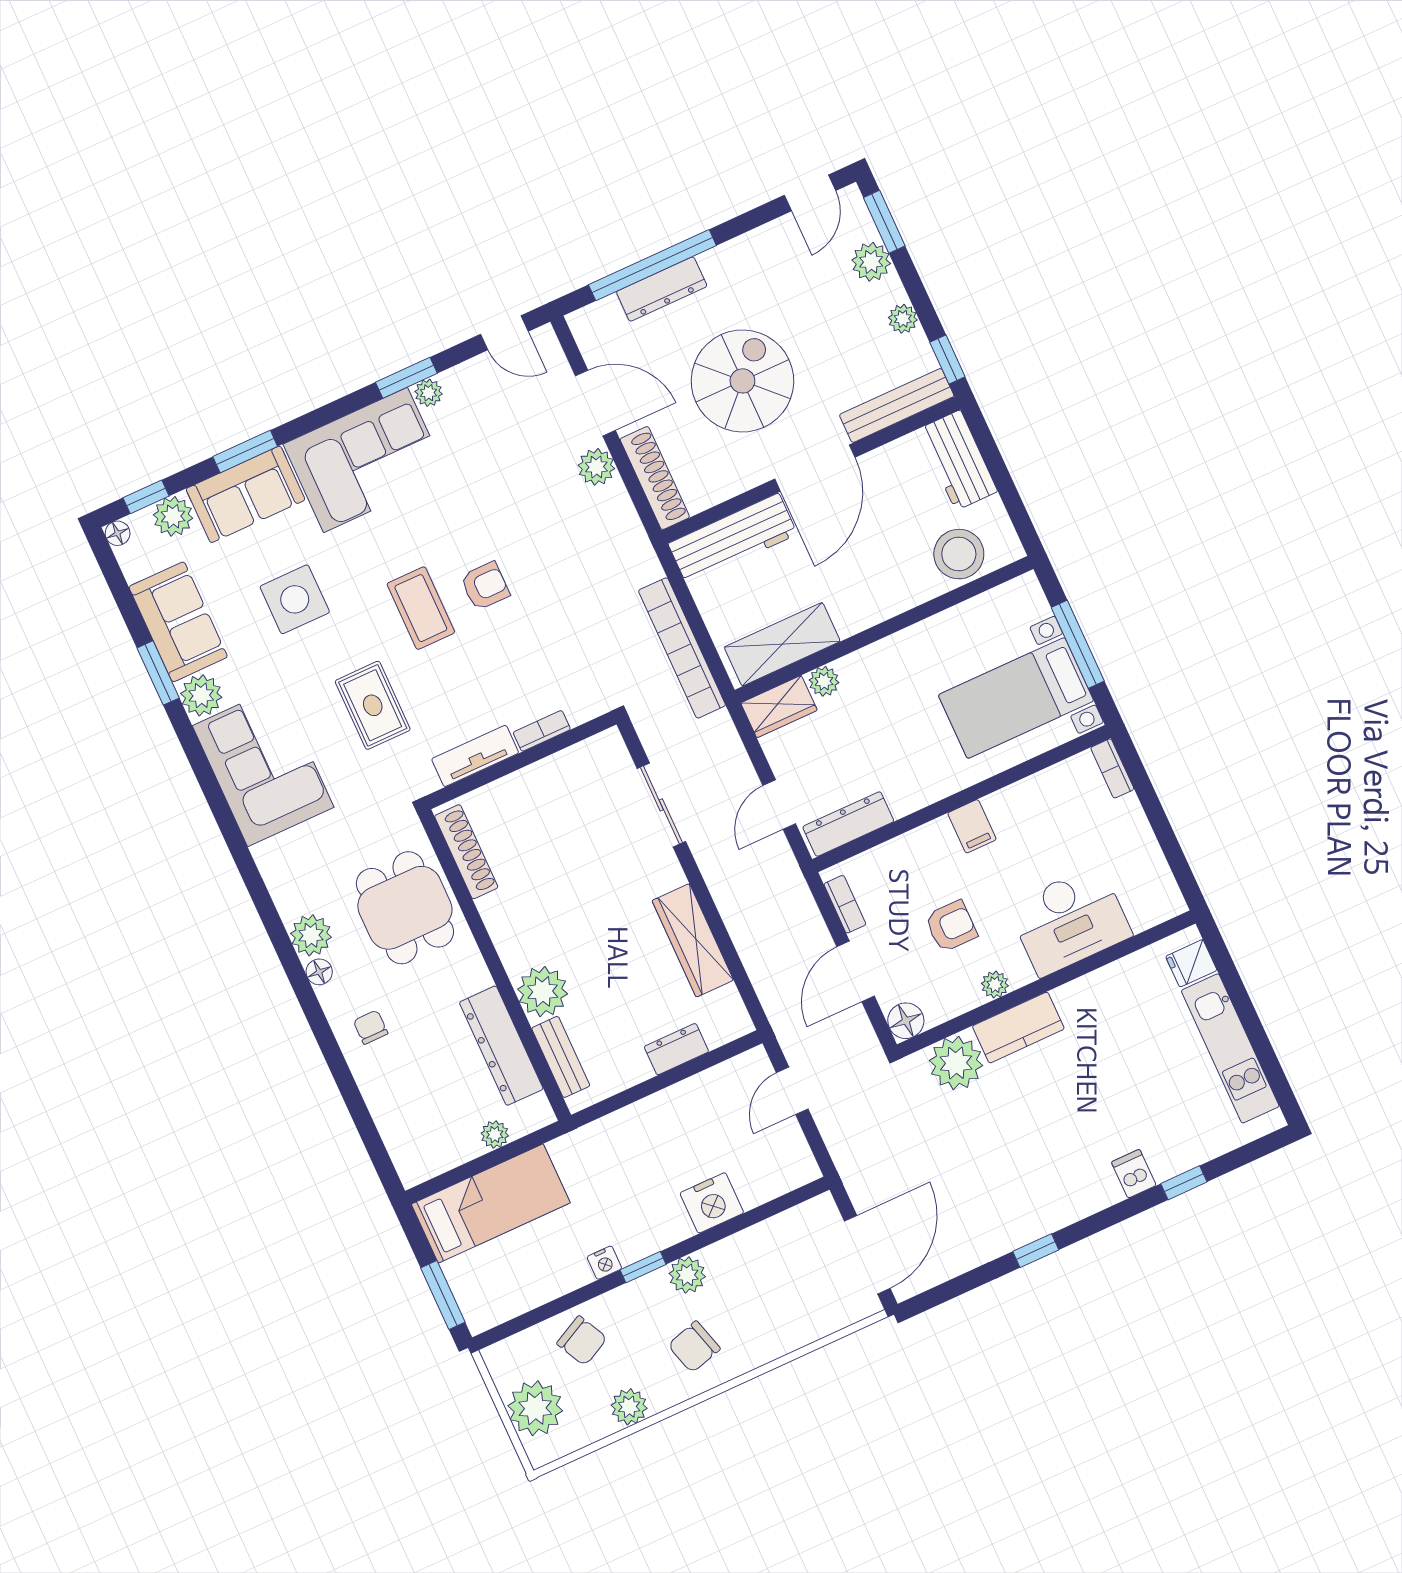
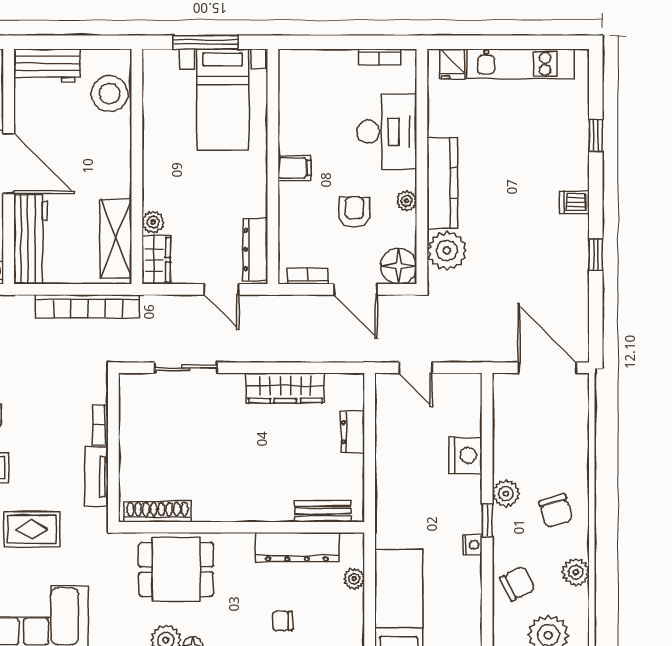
bookcase: (1112, 768) -> (379, 57), moved
plant: (543, 992) -> (274, 503), removed
floor lamp: (906, 1021) -> (399, 266), width x1.38, depth x1.38
chair: (371, 1027) -> (282, 621), moved
kitchen counter: (1018, 1028) -> (442, 183), width x1.50
dishwasher: (1134, 1174) -> (574, 202), moved

